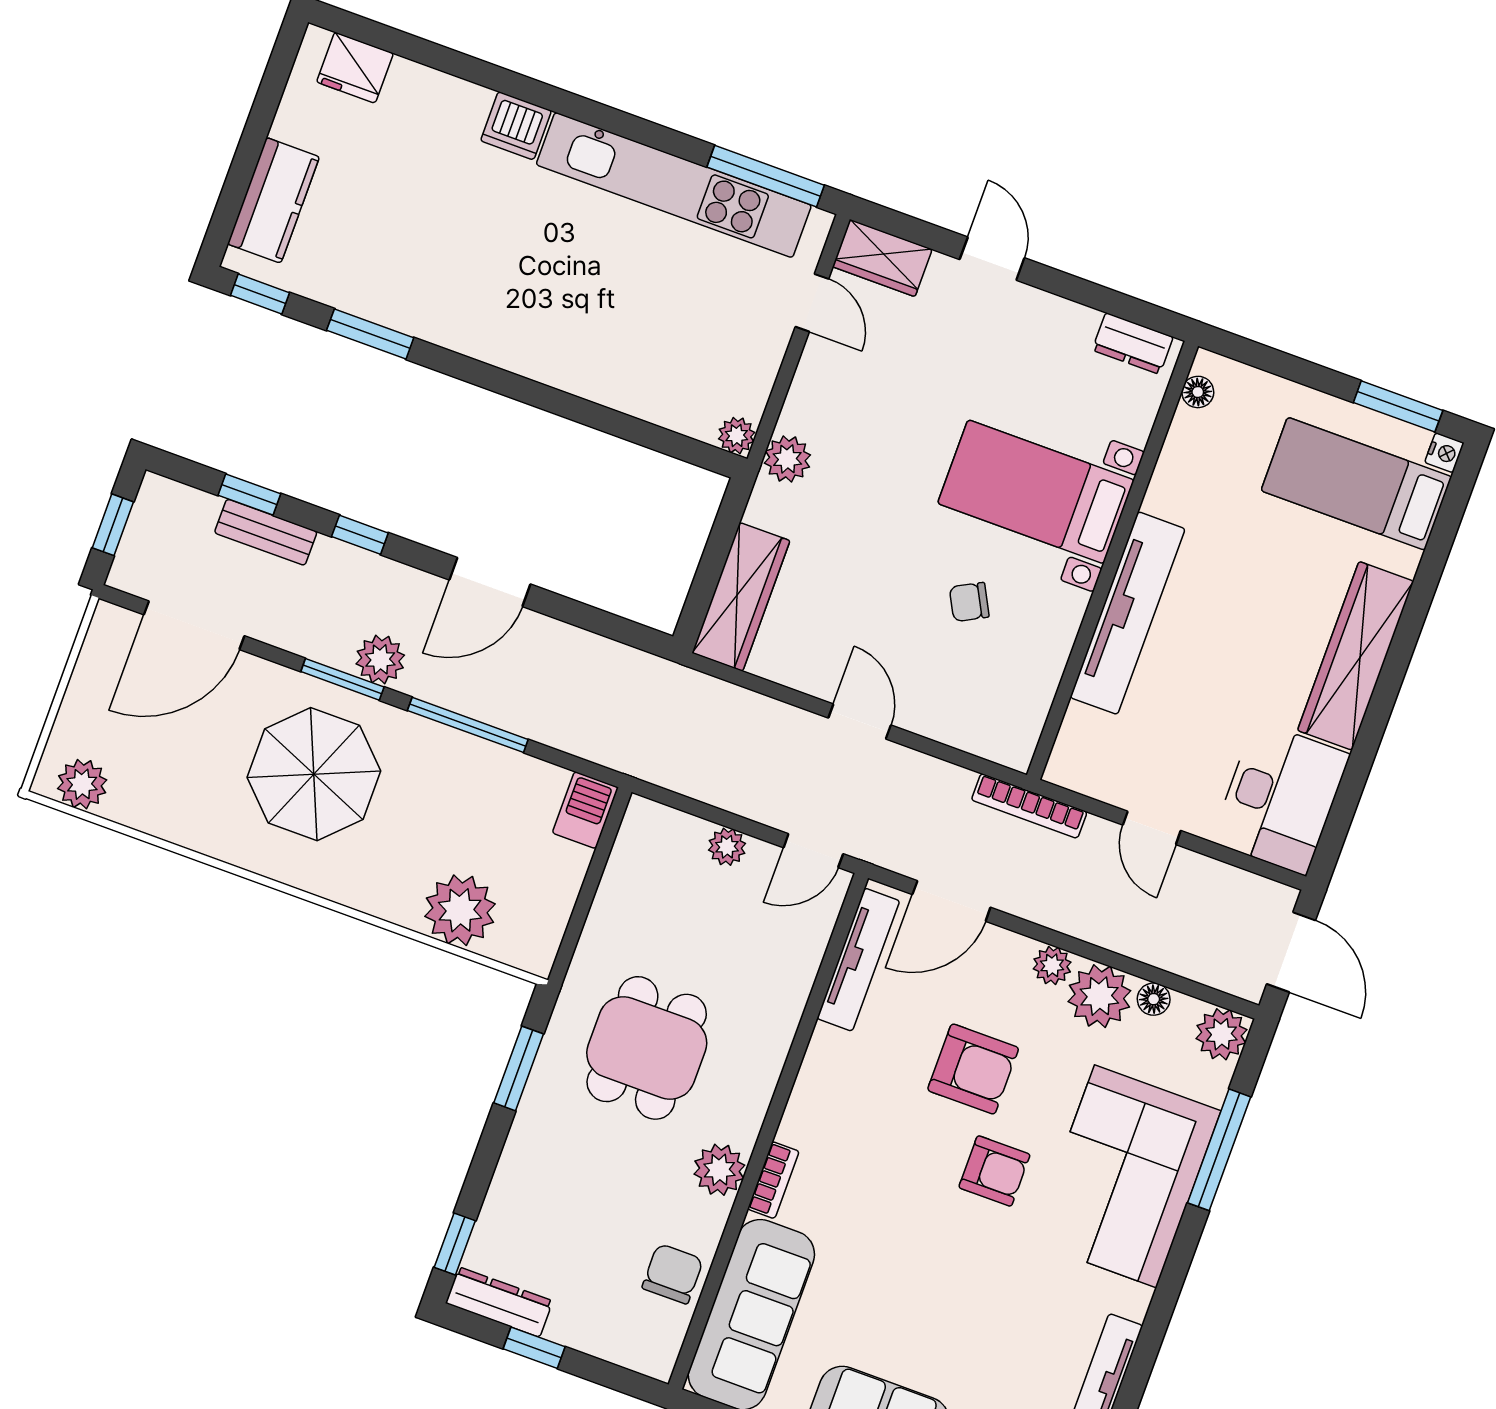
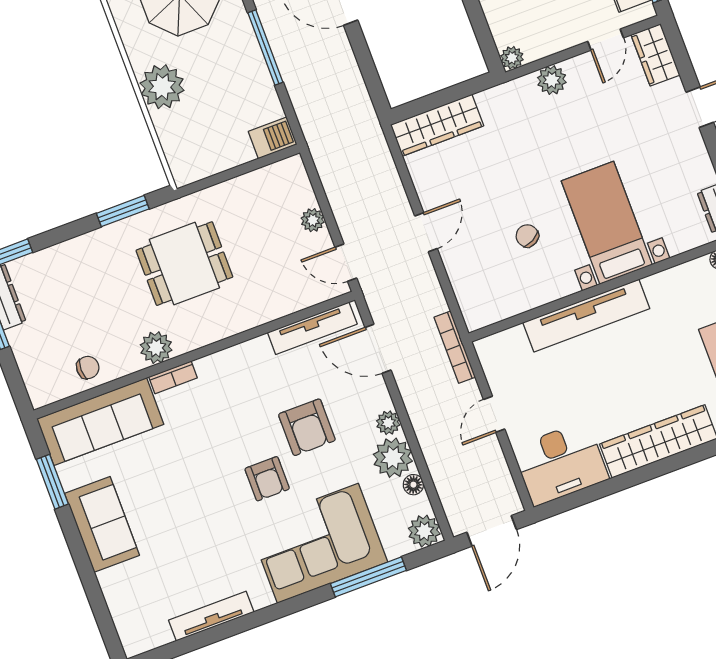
plant: (787, 459) -> (552, 80), moved
plant: (460, 910) -> (162, 87), moved
chair: (673, 1274) -> (88, 368), width x0.73, depth x0.73

